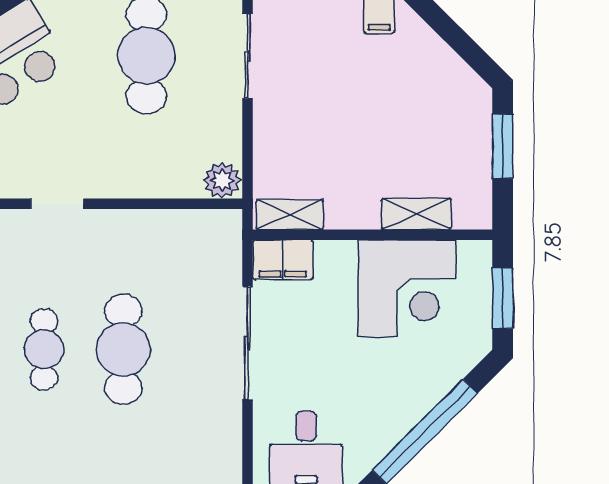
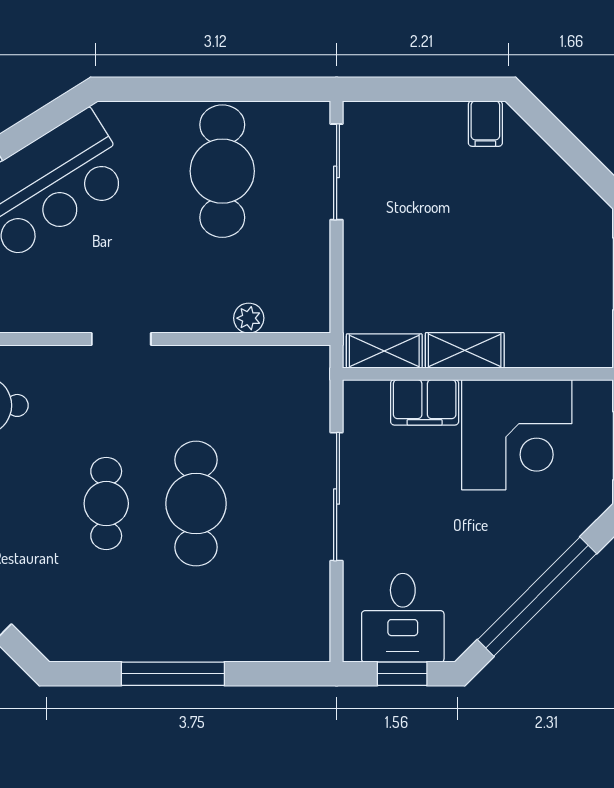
plant: (222, 180) -> (249, 318), moved, width x0.73, depth x0.73
shelving: (416, 214) -> (465, 350), moved
filing cabinet: (283, 260) -> (425, 402), moved

